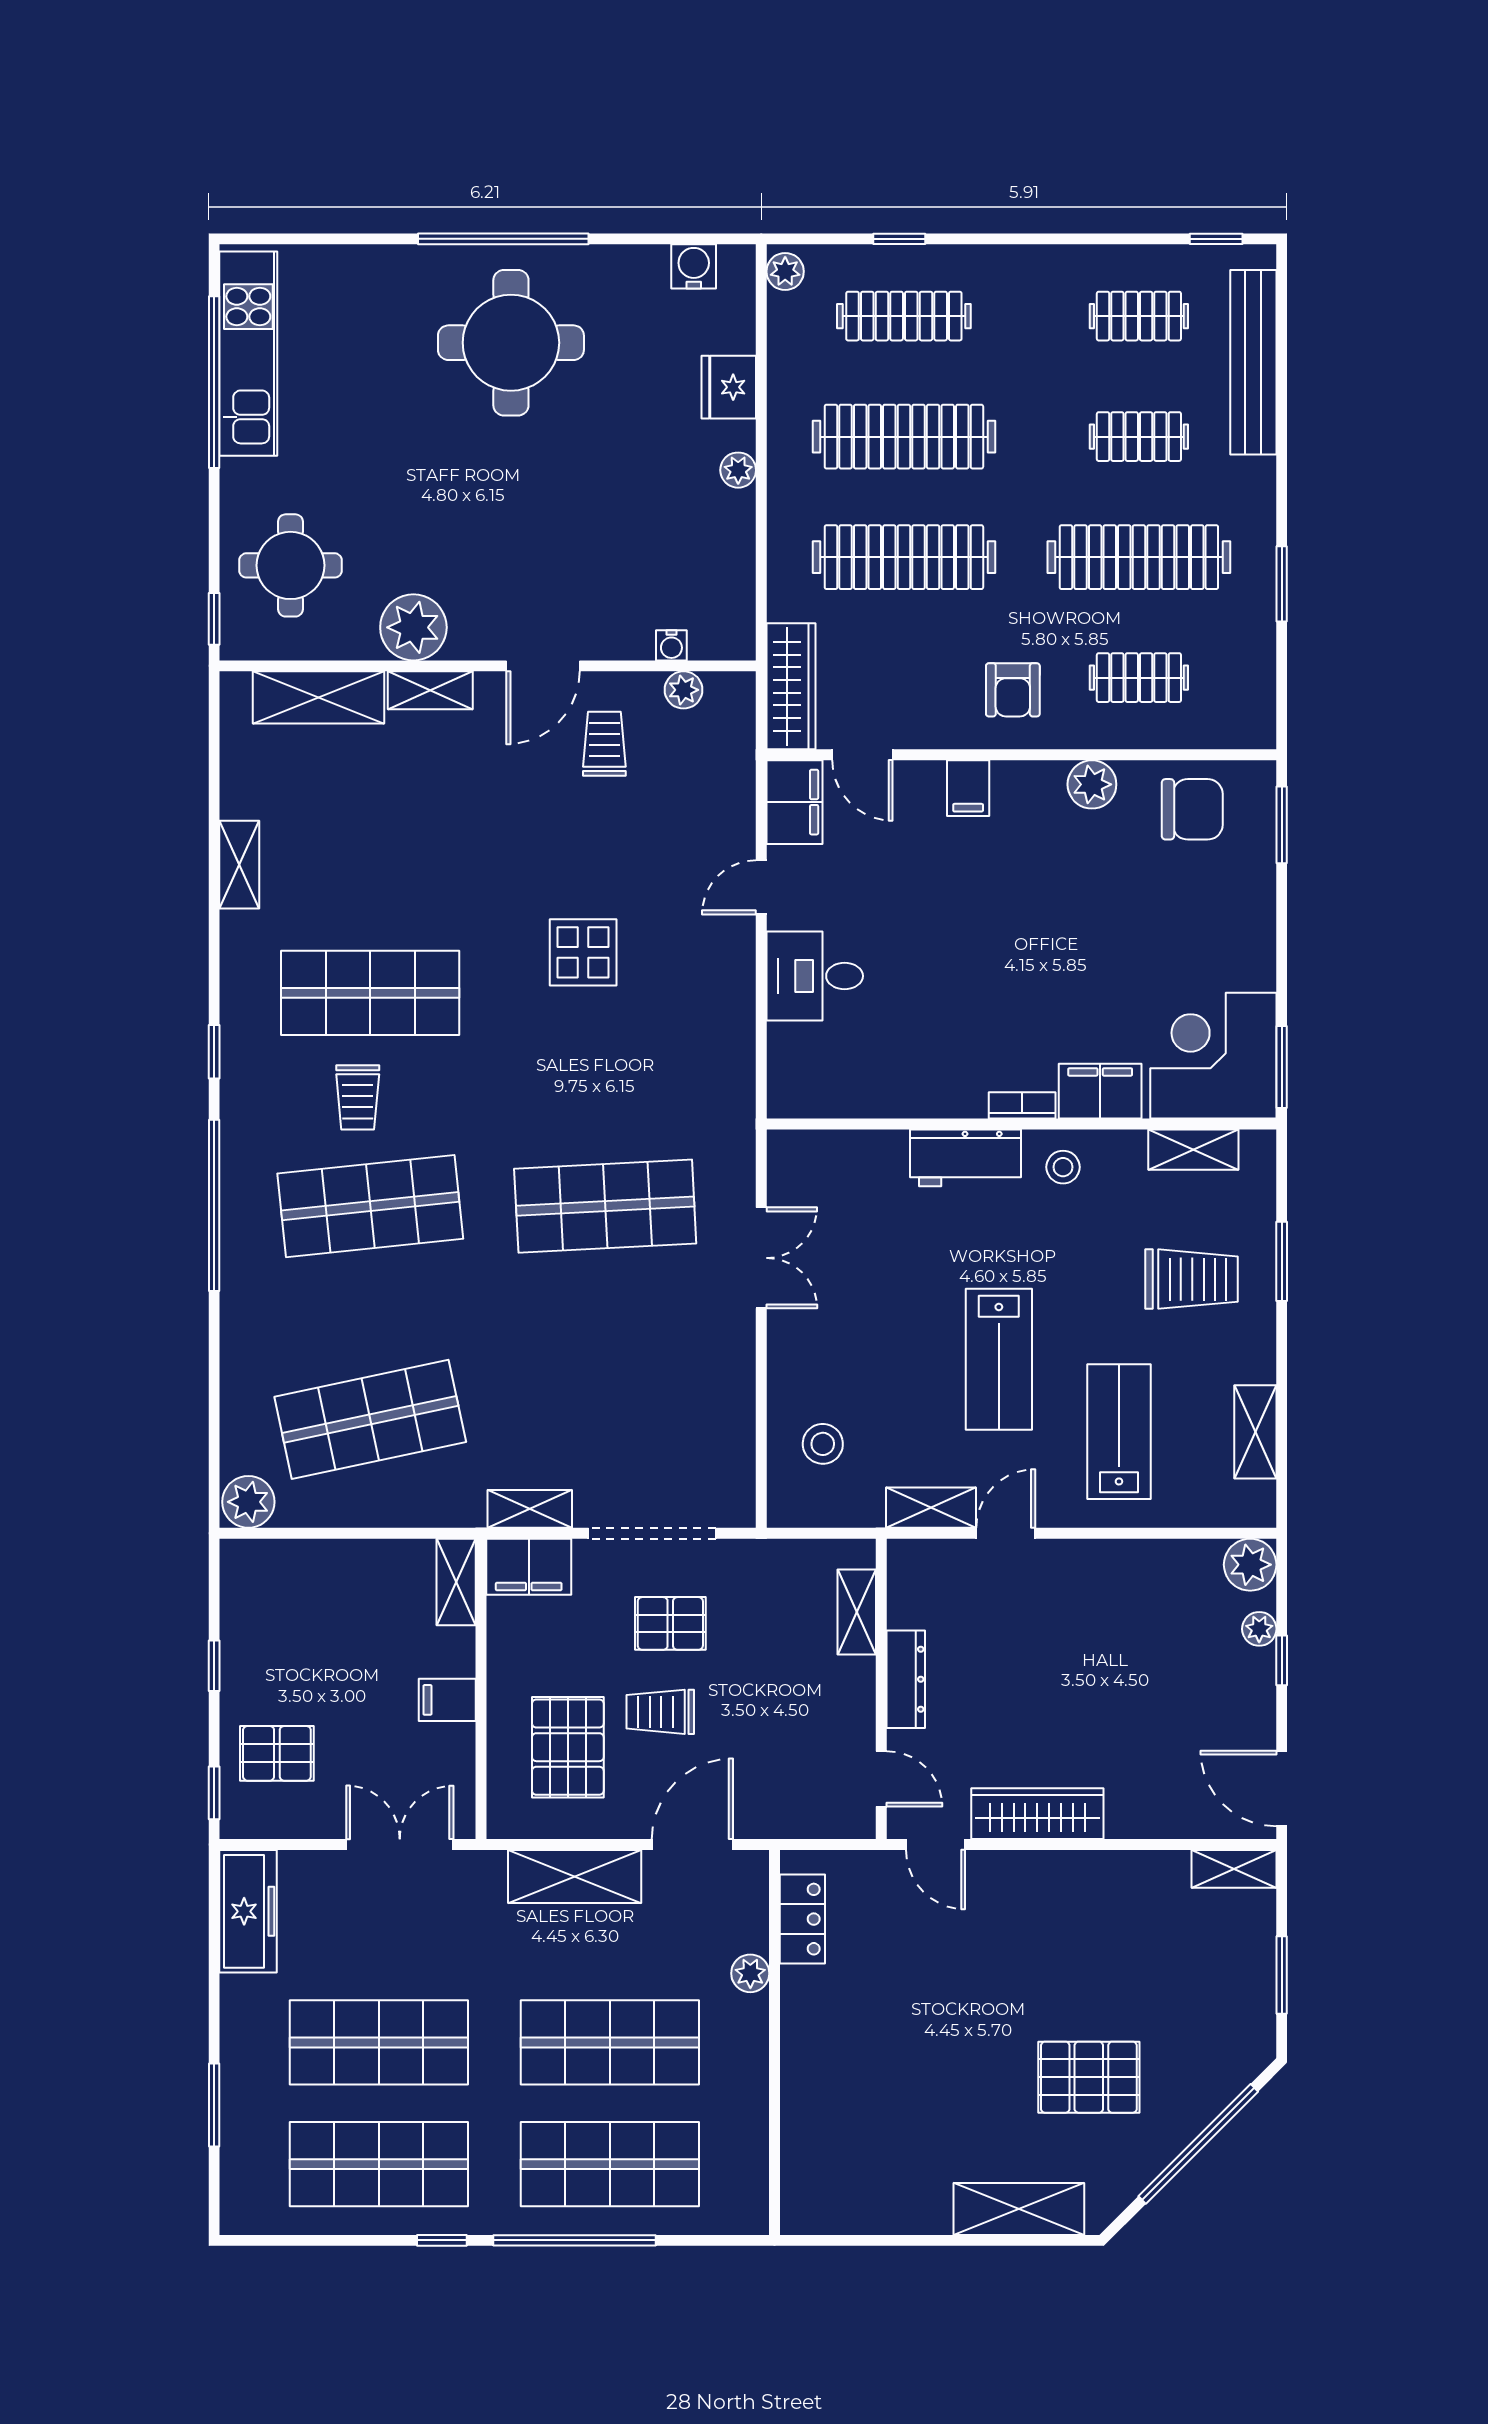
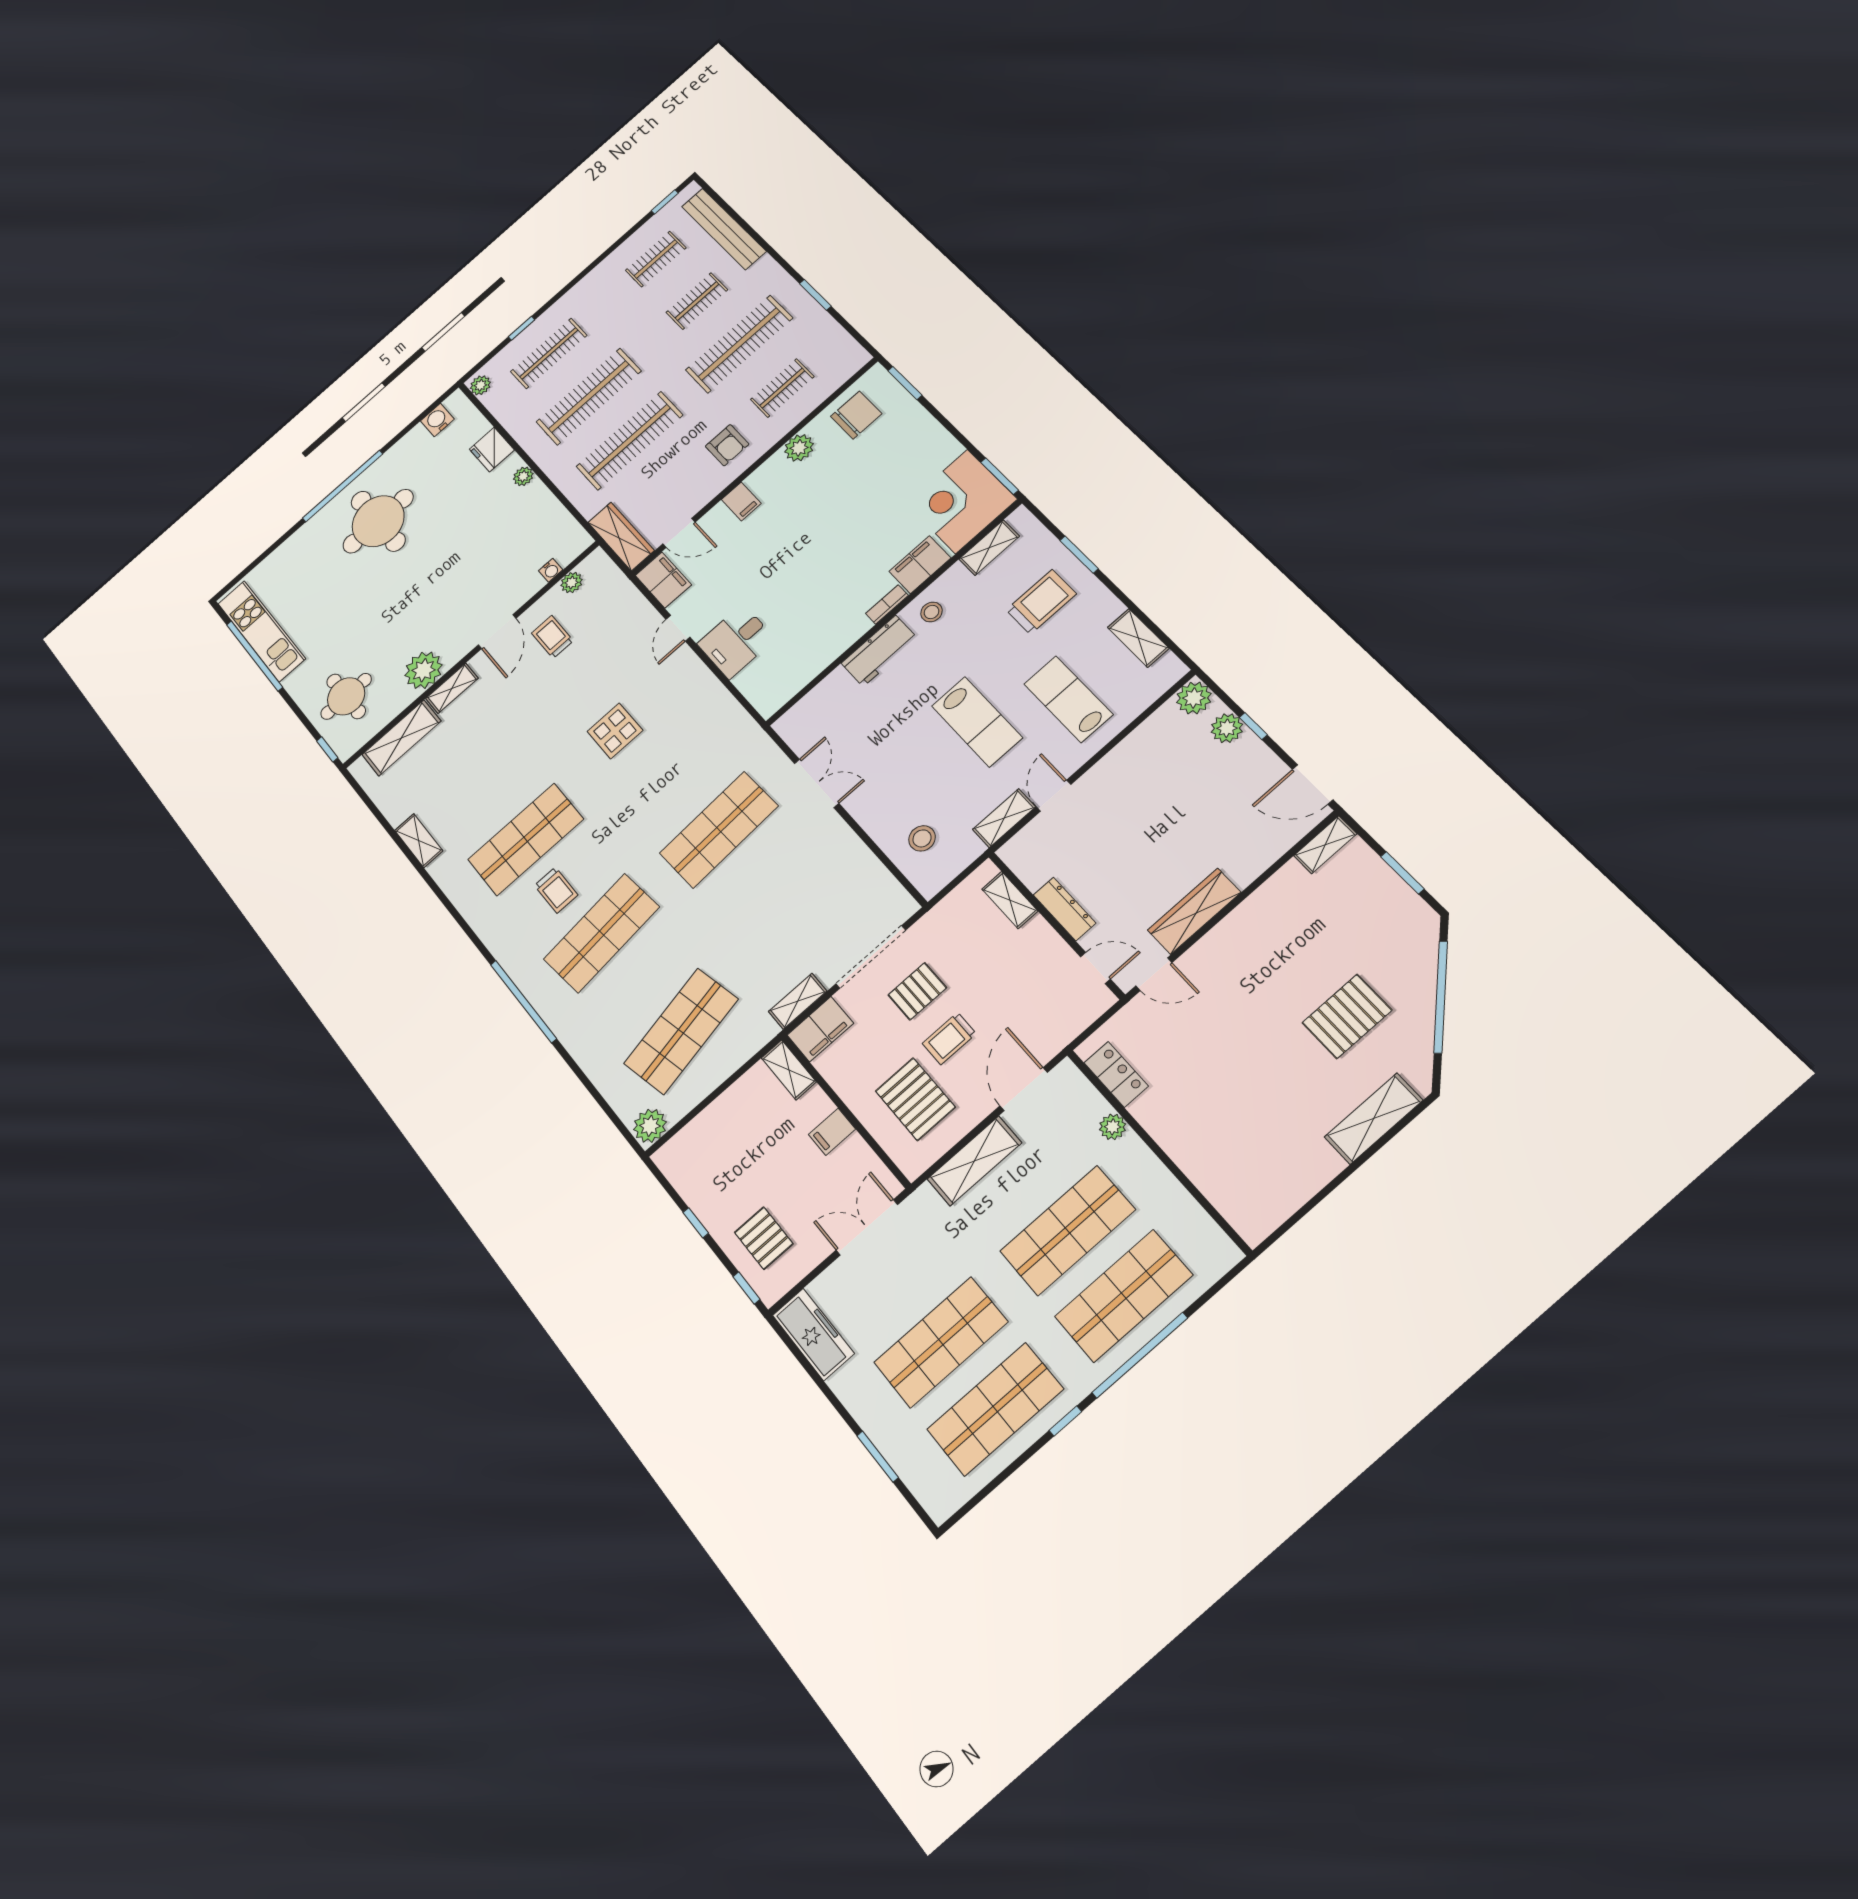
window: (214, 1052) -> (470, 932), removed
plant: (1259, 1629) -> (1227, 728), width x1.38, depth x1.38
pallet: (277, 1753) -> (764, 1238), turned 90

